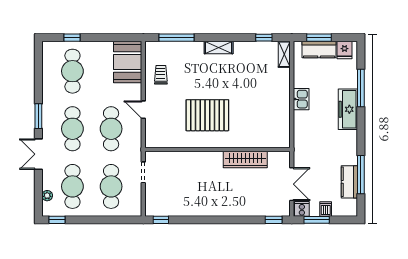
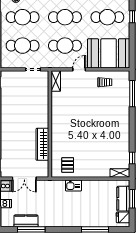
shelving: (219, 47) -> (56, 81), moved
booth: (128, 62) -> (109, 53), width x1.36, depth x1.42
kitchen sink: (301, 99) -> (74, 185), moved
freezer: (348, 109) -> (79, 220), removed
pallet: (207, 115) -> (68, 165), moved, width x0.49, depth x0.50

